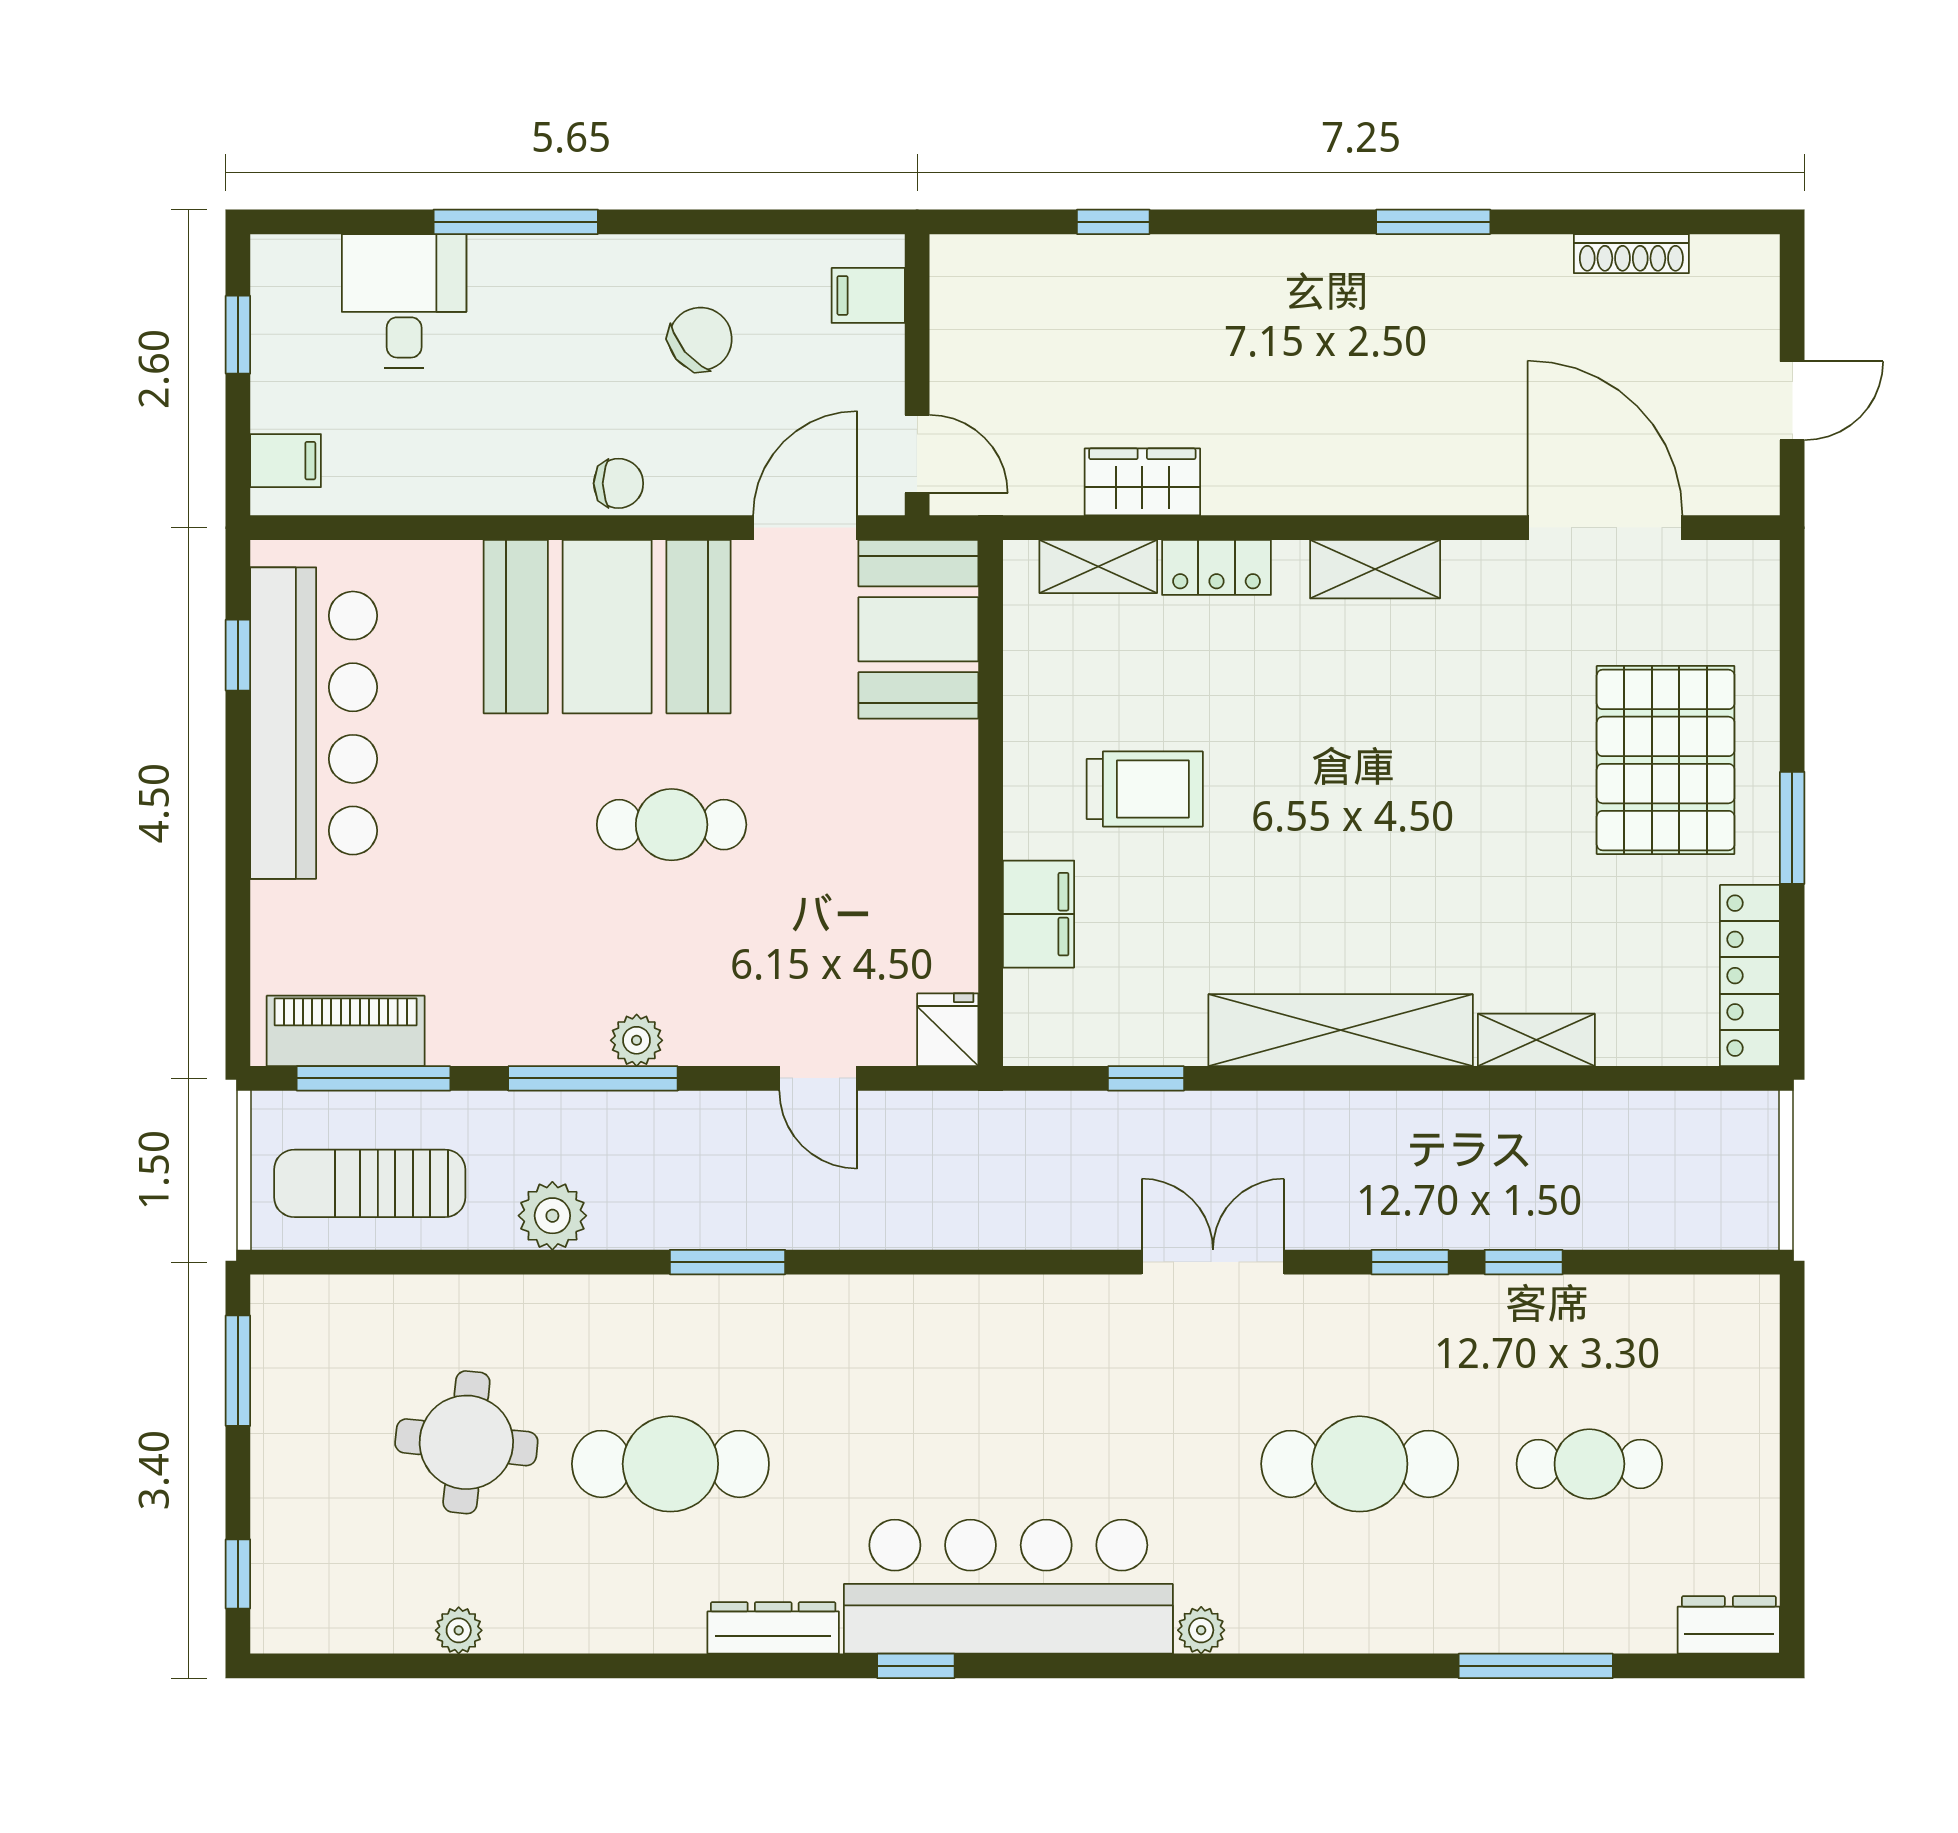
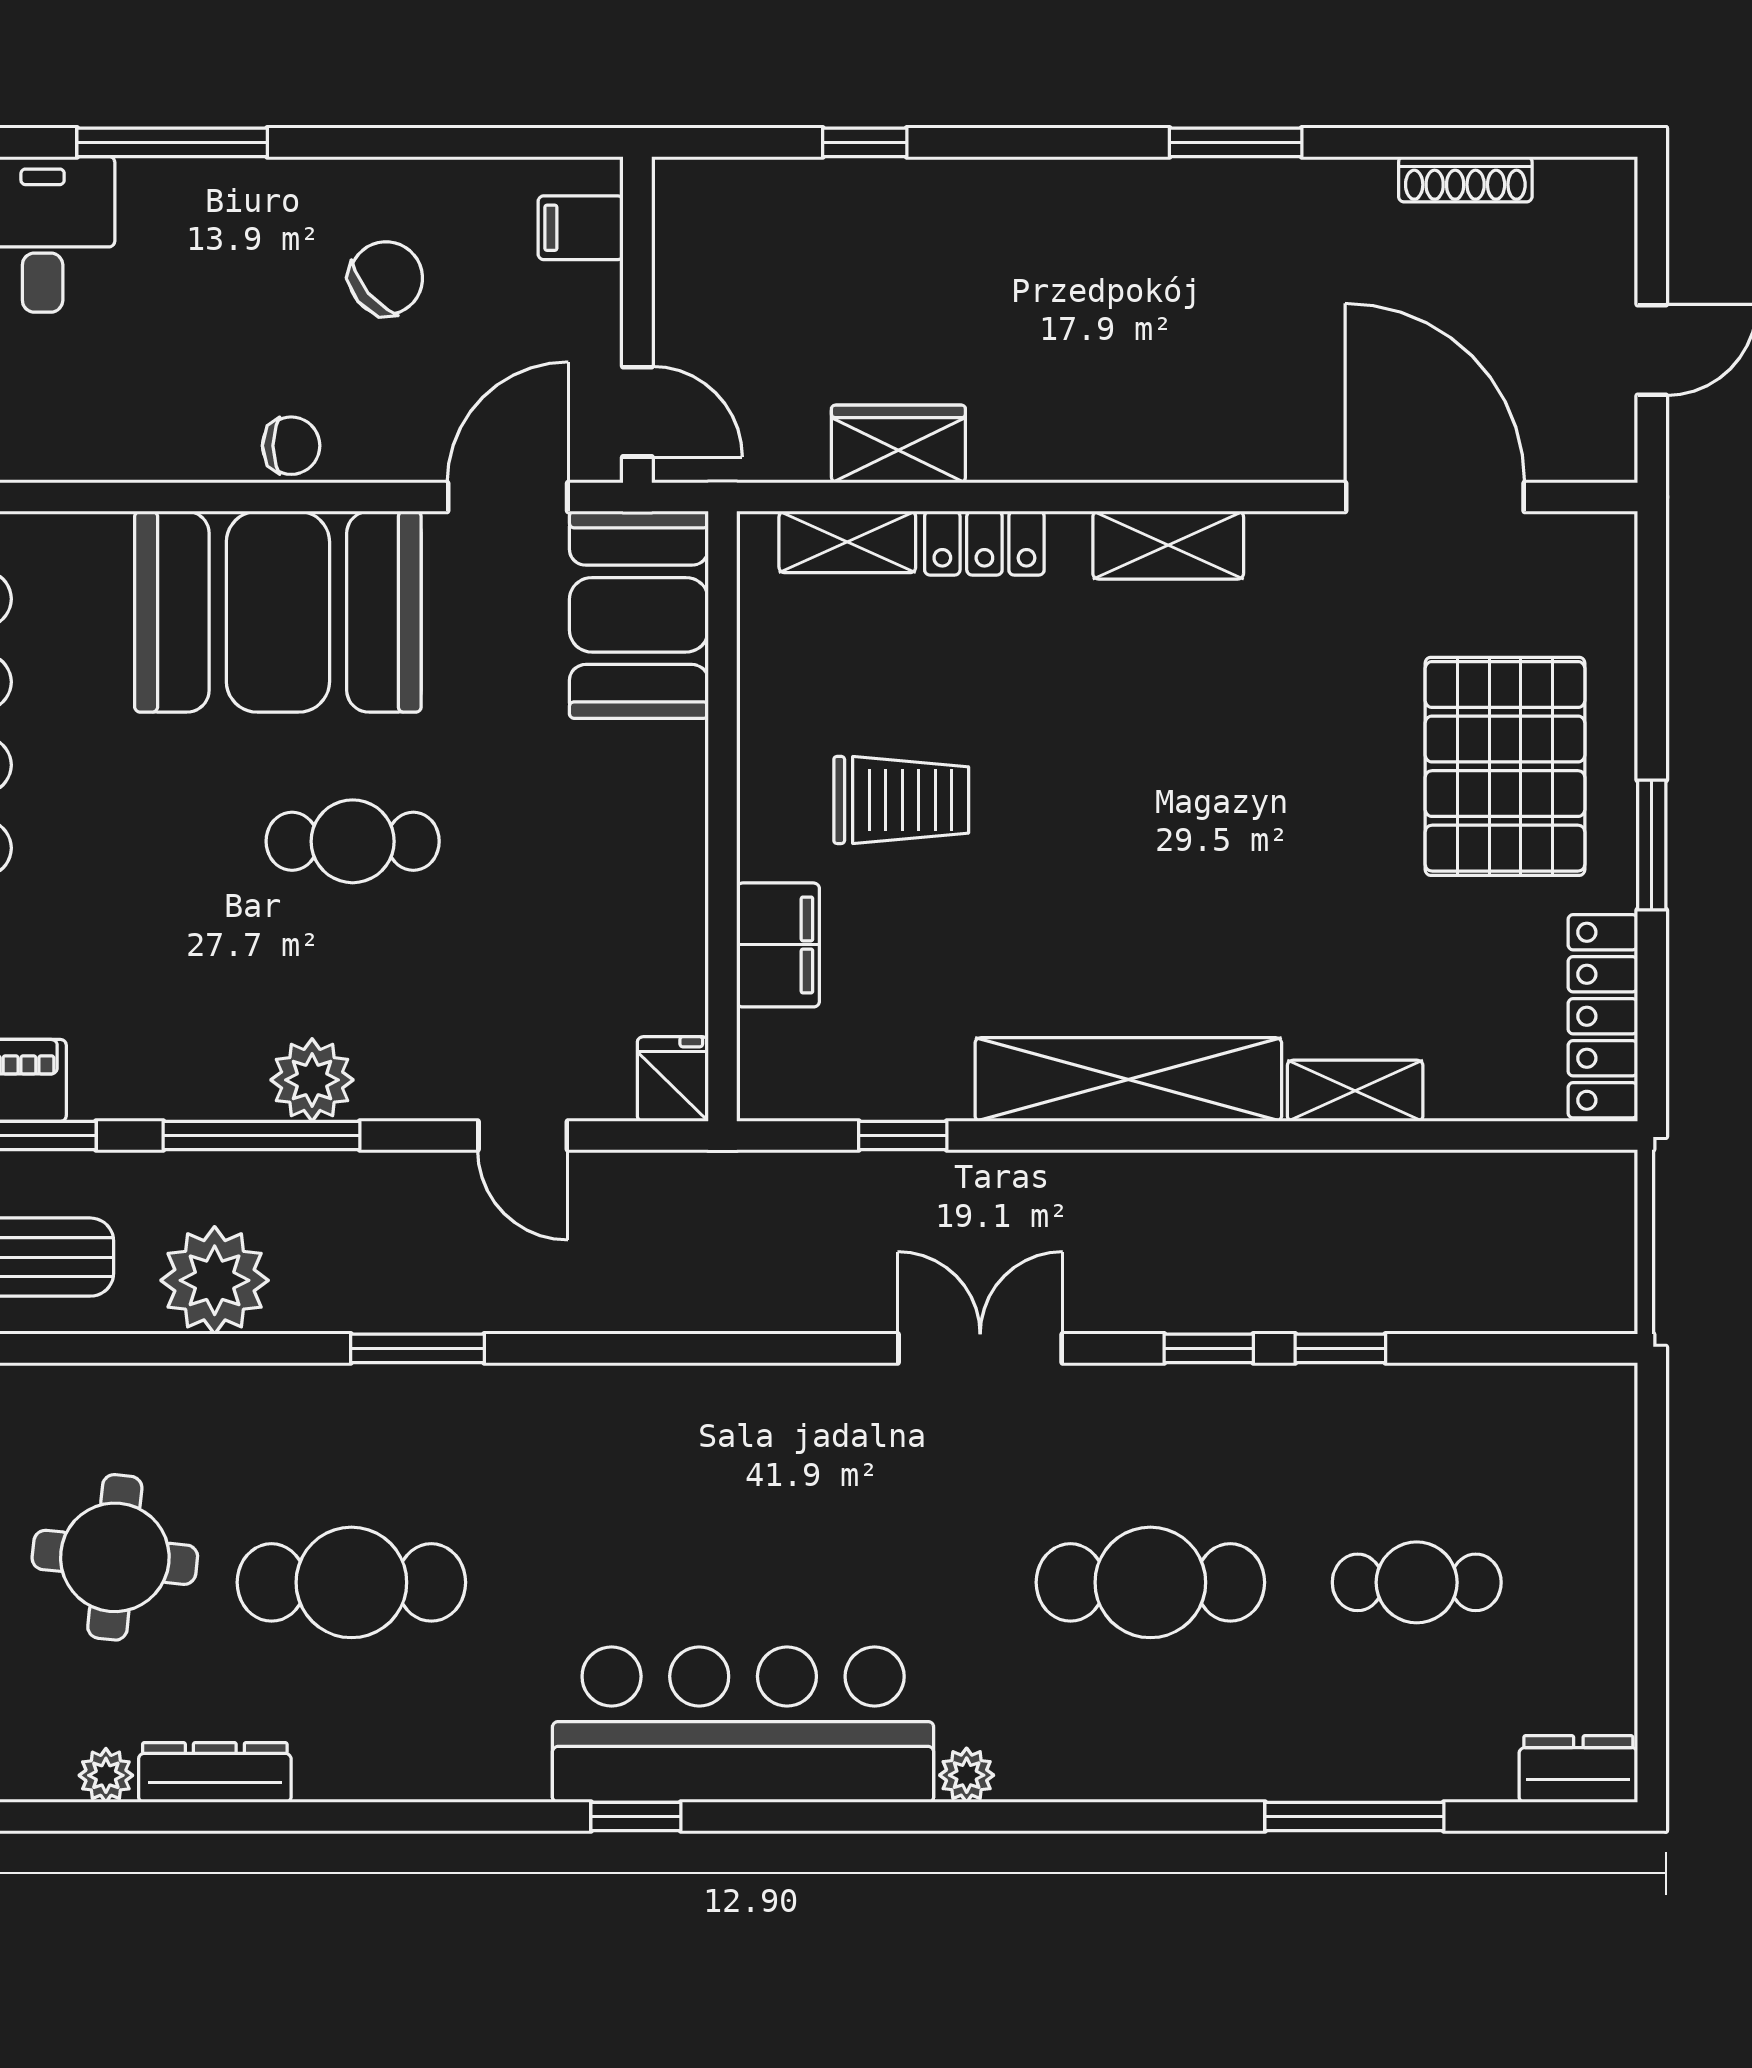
plant: (637, 1040) -> (312, 1080), width x1.38, depth x1.38
plant: (552, 1216) -> (215, 1280), width x1.36, depth x1.36
dresser: (773, 1628) -> (215, 1772), moved

